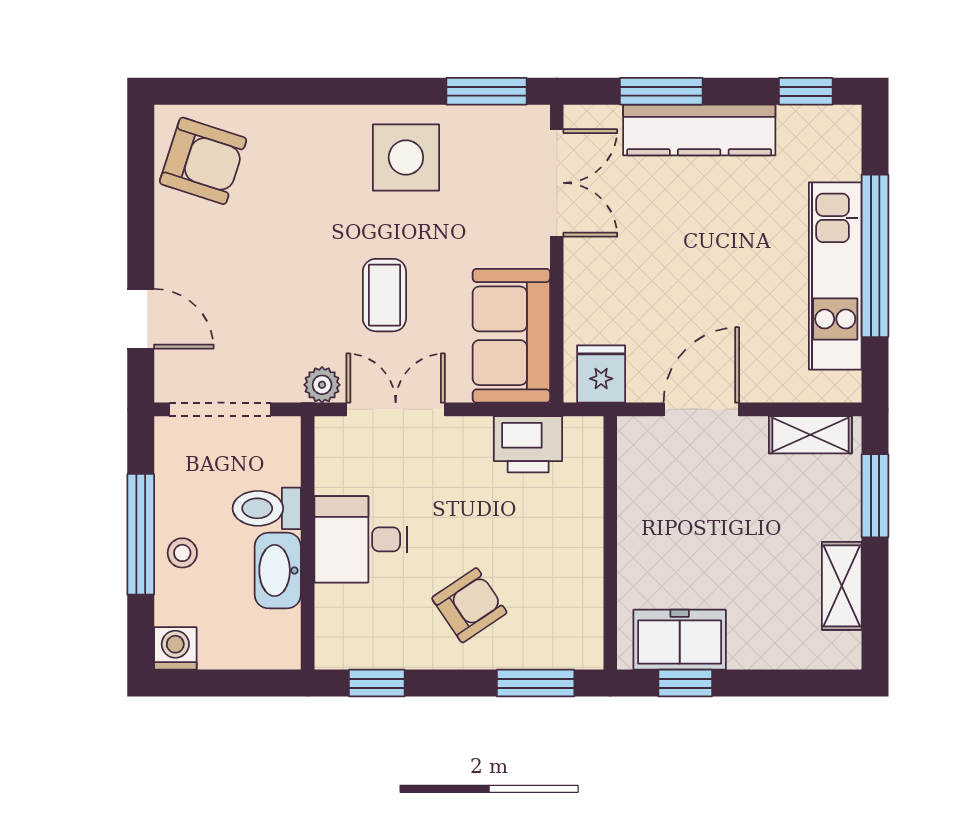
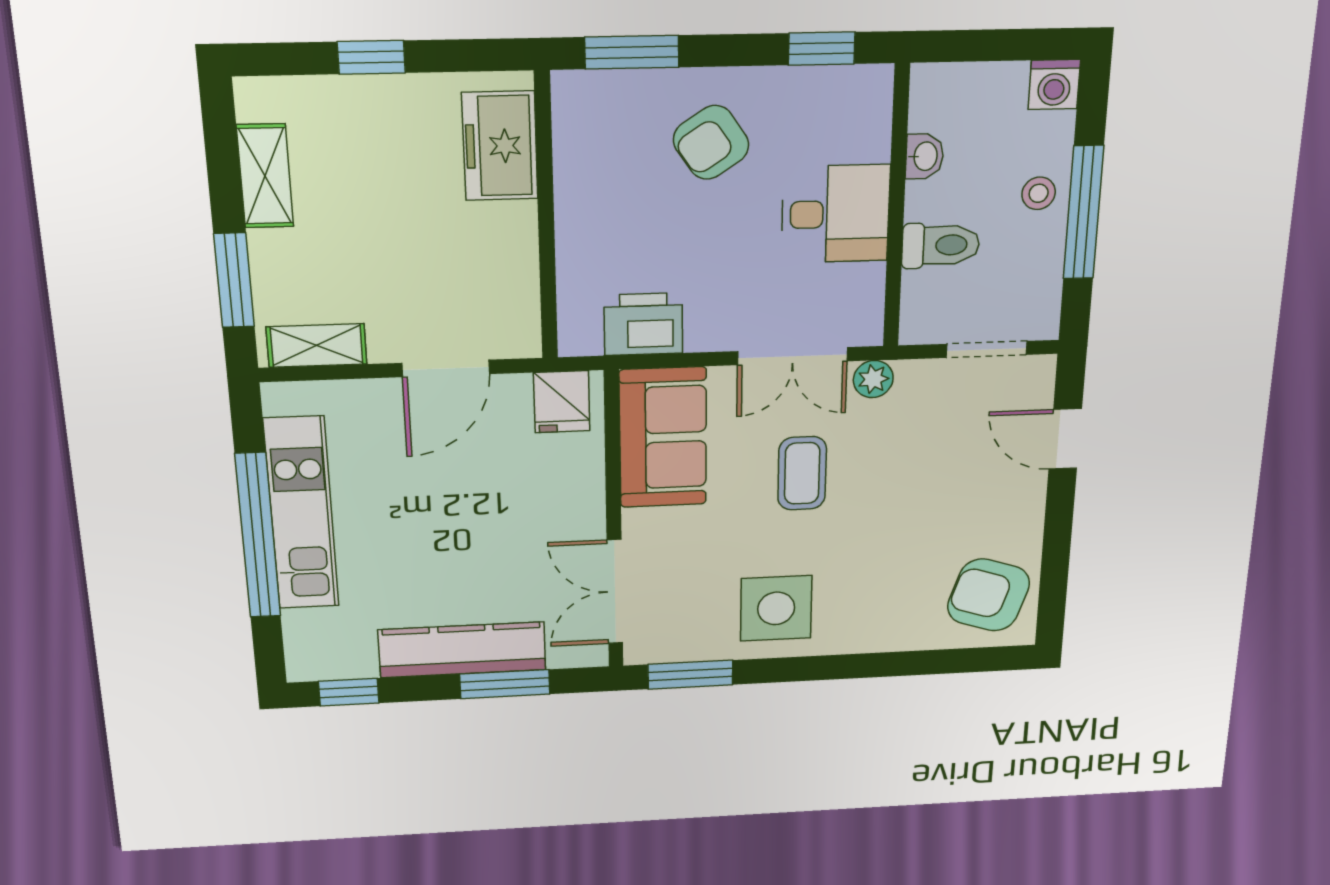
doorway: (220, 409) -> (987, 349), width x0.73
washbasin: (278, 570) -> (925, 156), width x0.52, depth x0.69
freezer: (680, 640) -> (500, 146), moved, turned 90
window: (685, 683) -> (371, 57), moved

